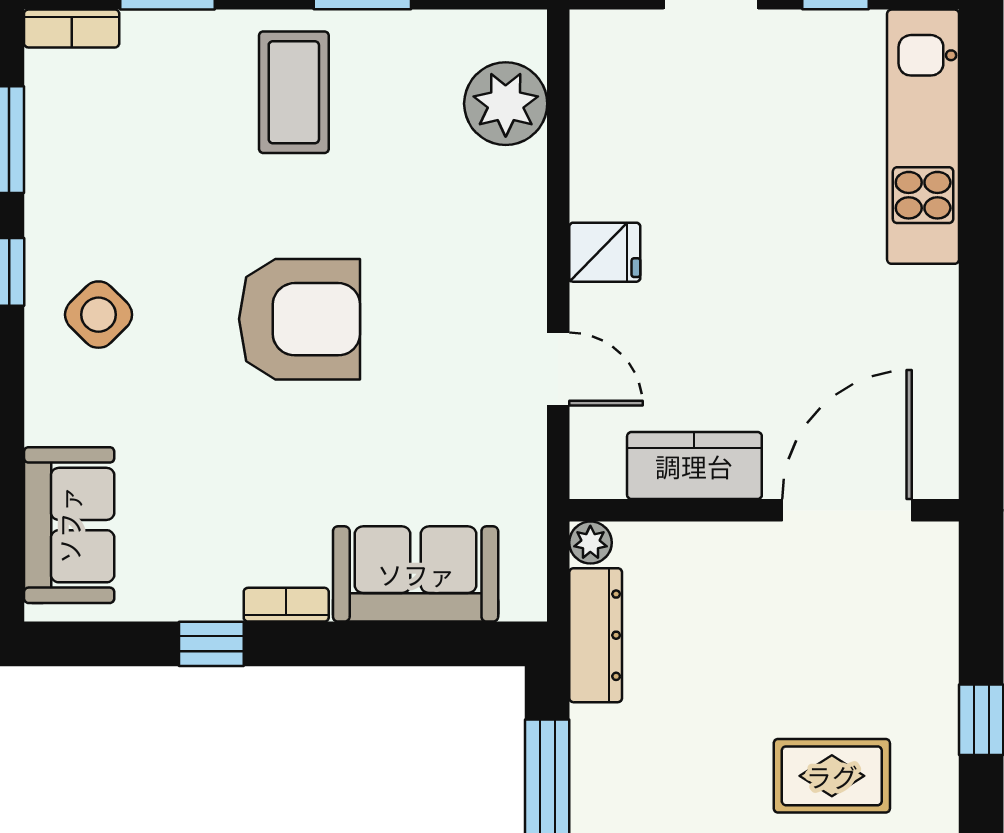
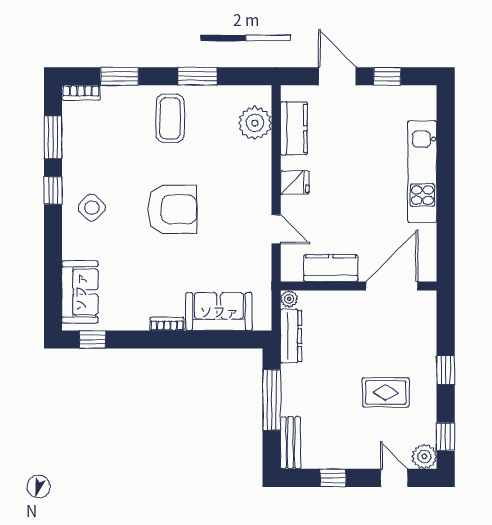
kitchen counter: (602, 117) -> (294, 128), added
kitchen unit: (923, 137) -> (422, 172), moved
window: (211, 644) -> (93, 340), moved

